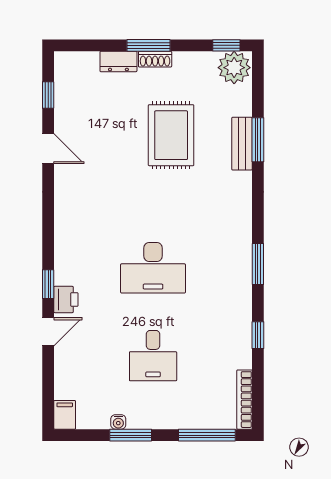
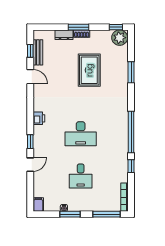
bench: (242, 144) -> (38, 52), moved
window: (258, 264) -> (131, 132), width x2.11
printer: (66, 299) -> (39, 118), moved

